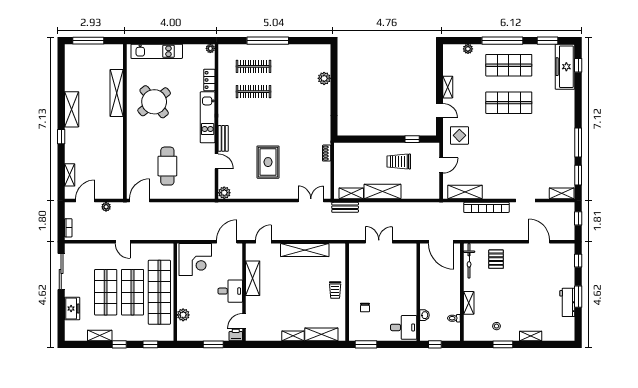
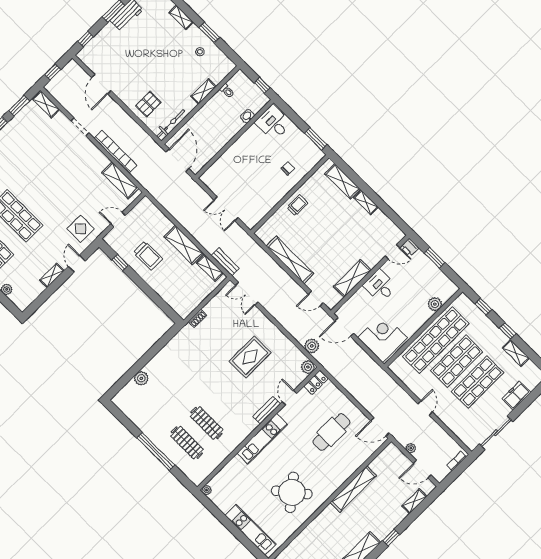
locker: (209, 80) -> (316, 382), moved
shelving: (117, 93) -> (353, 489), moved
plant: (235, 209) -> (312, 346), added

